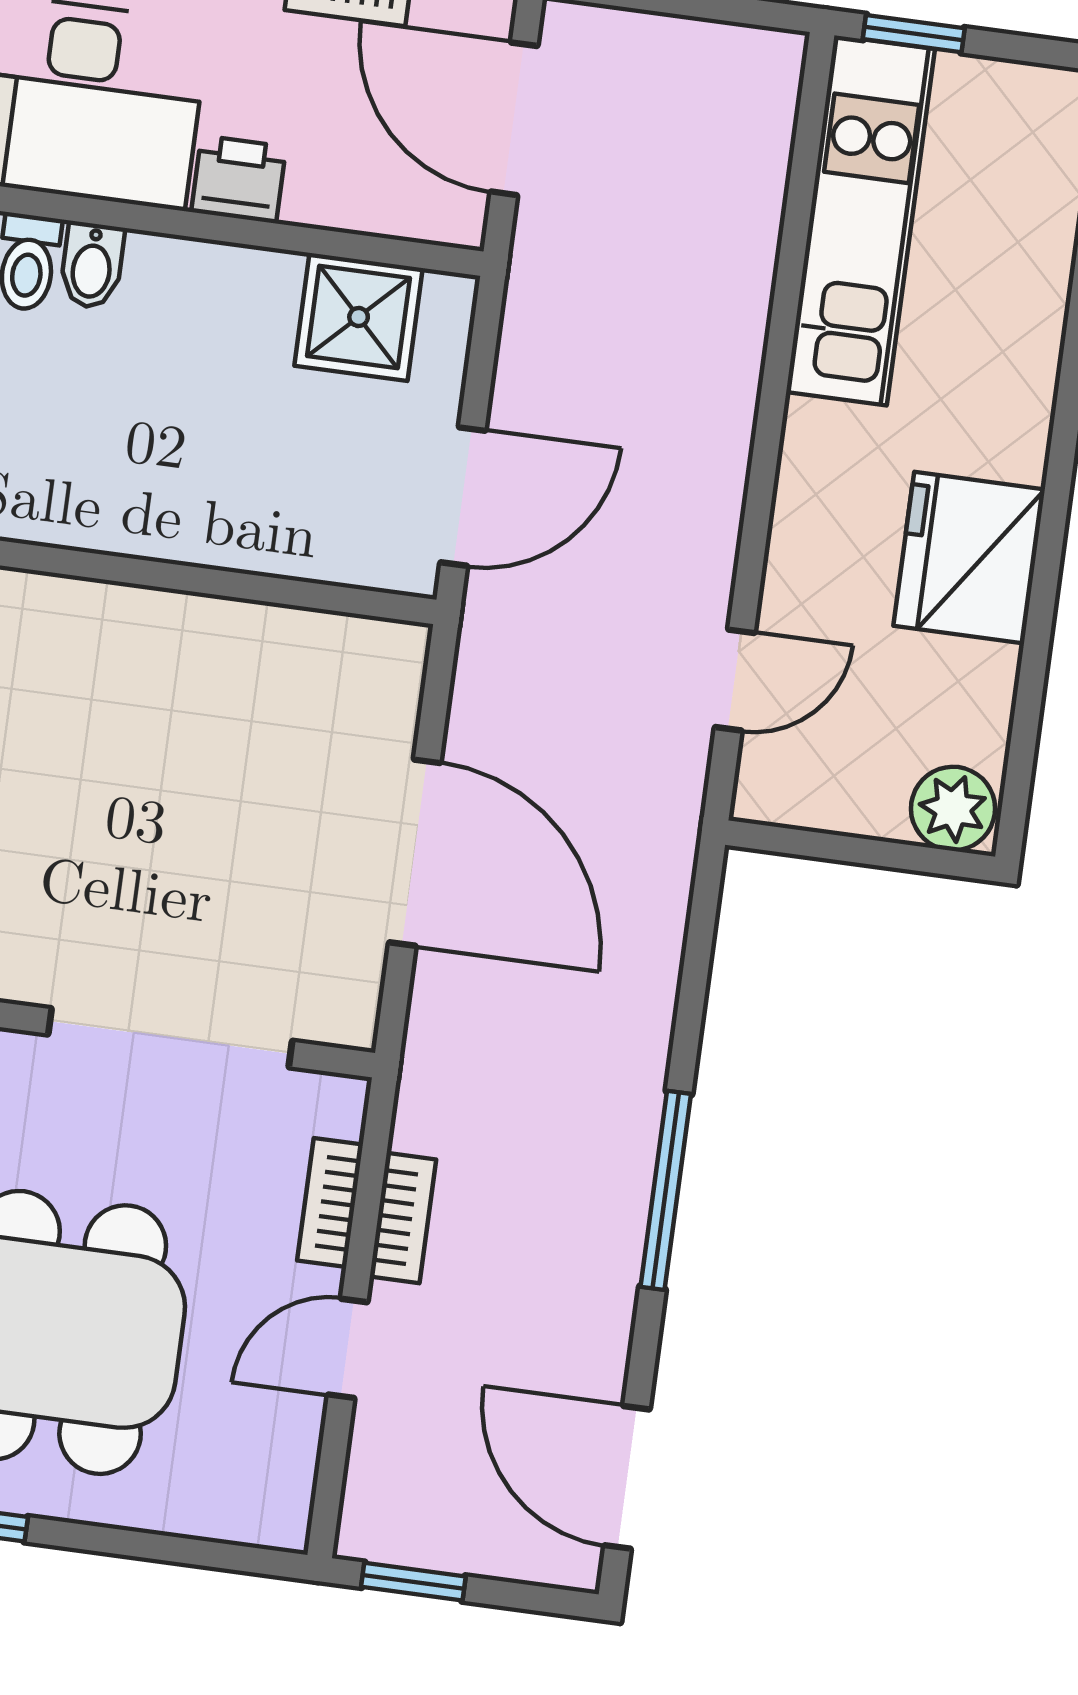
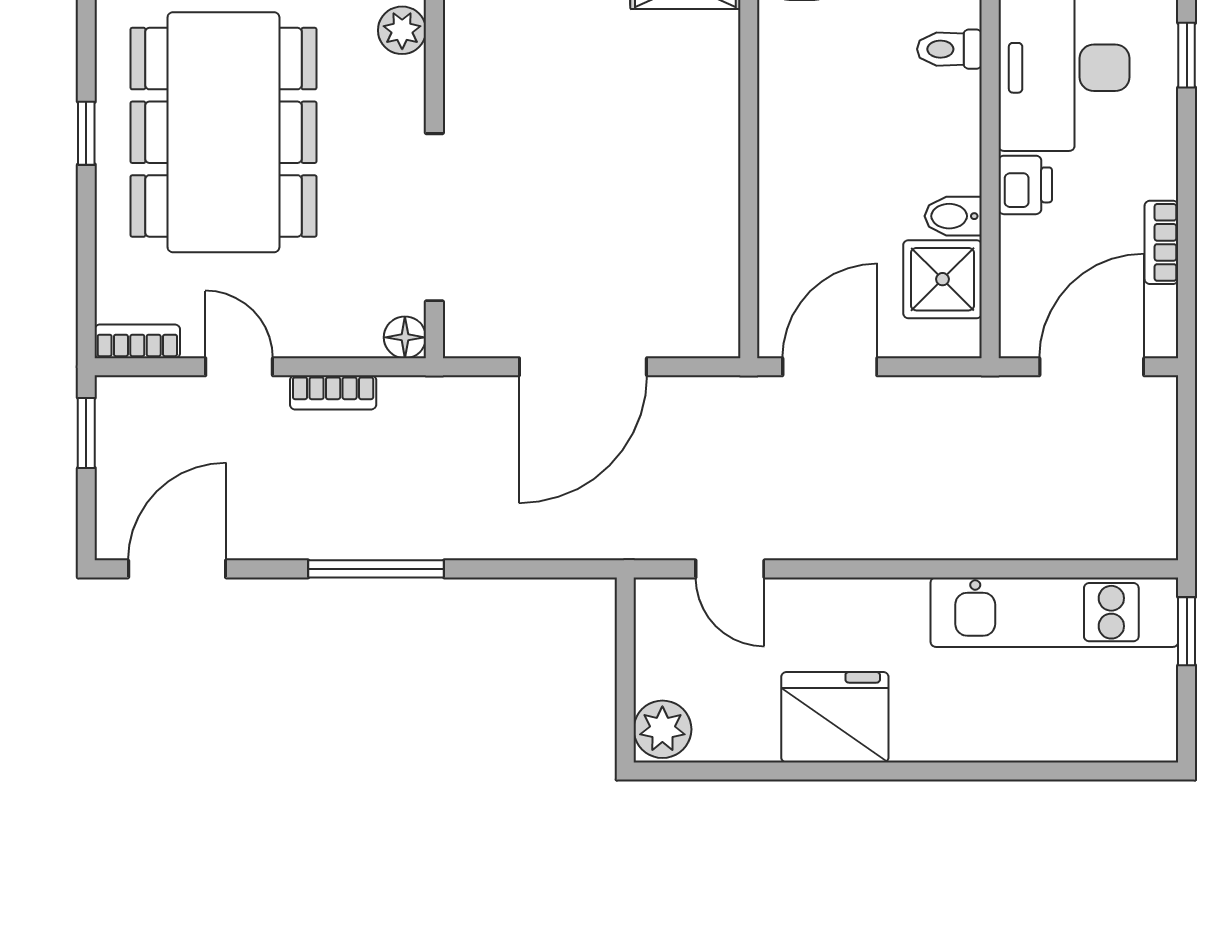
bidet: (92, 265) -> (953, 216), moved
door: (463, 496) -> (830, 367), swing flipped
floor lamp: (338, 1104) -> (405, 337), added
bookcase: (330, 1203) -> (137, 341), moved

